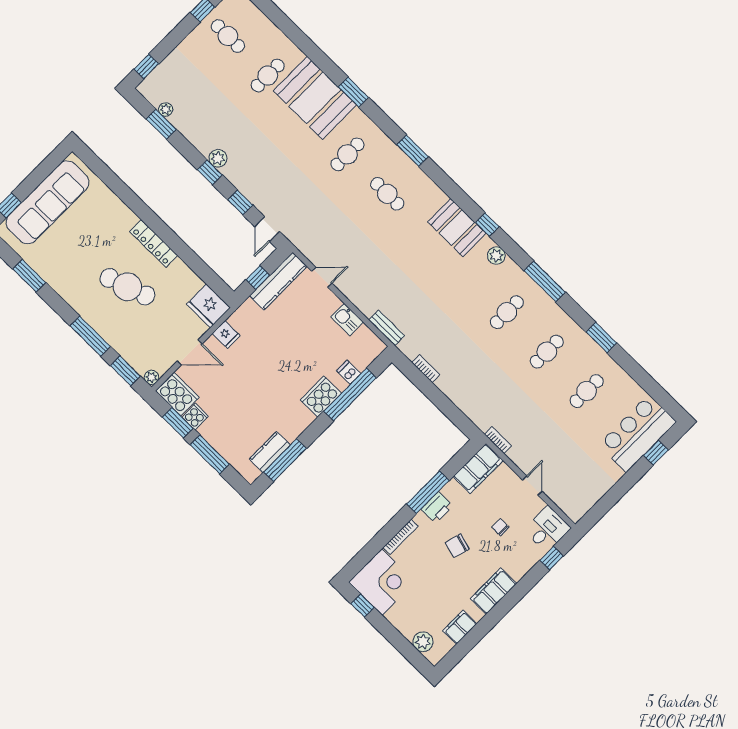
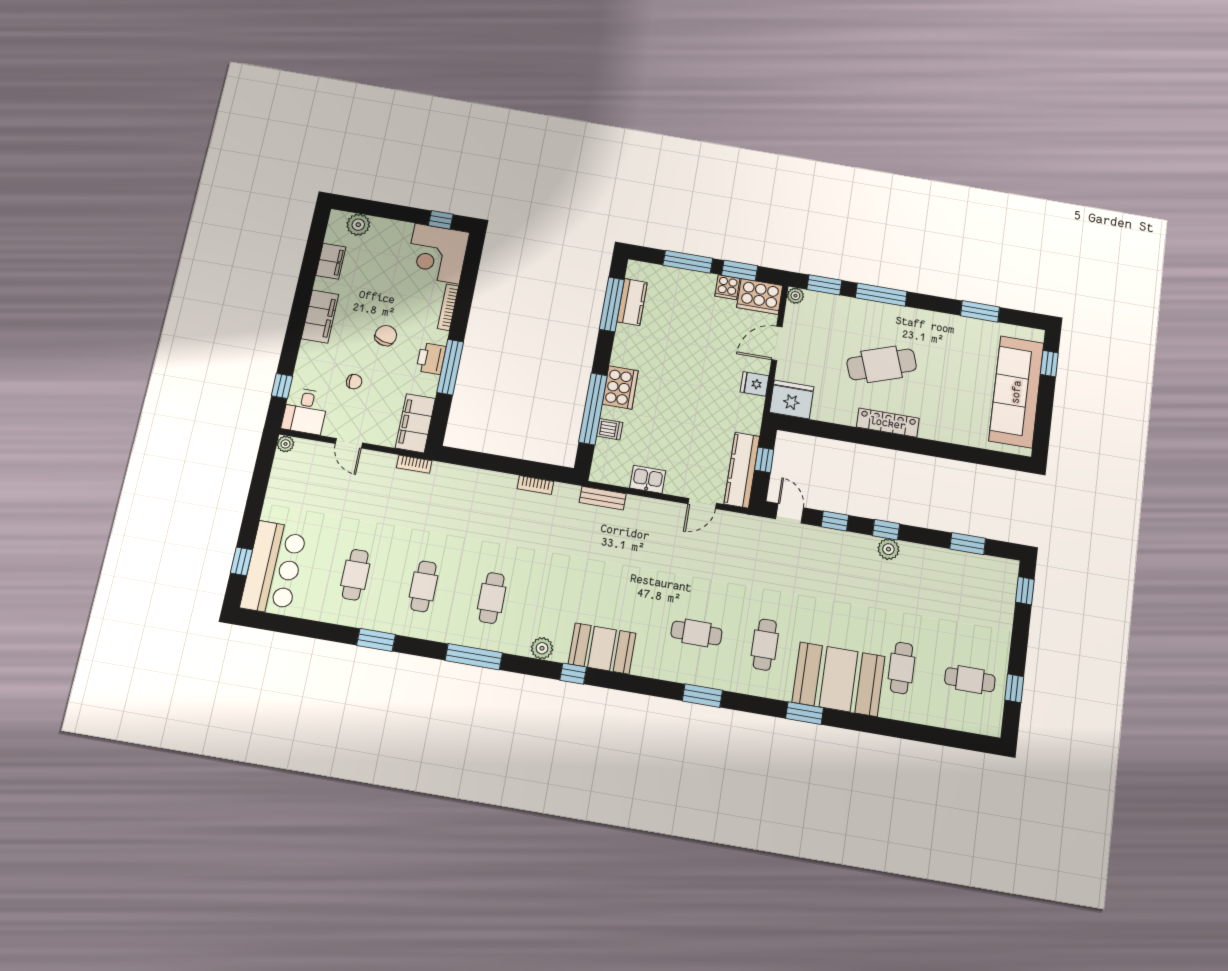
plant: (166, 109) -> (286, 444), moved

